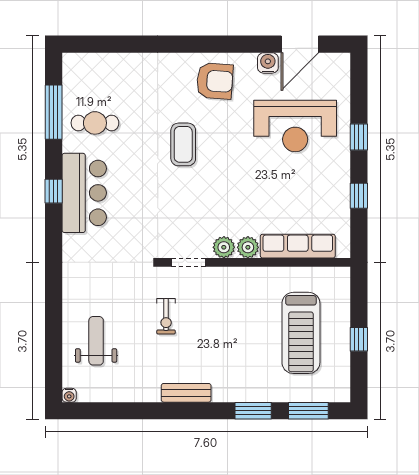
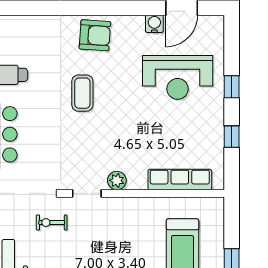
armchair: (215, 81) -> (95, 35), moved
plant: (248, 247) -> (137, 181), removed
exercise bike: (166, 316) -> (52, 223), moved, turned 90

